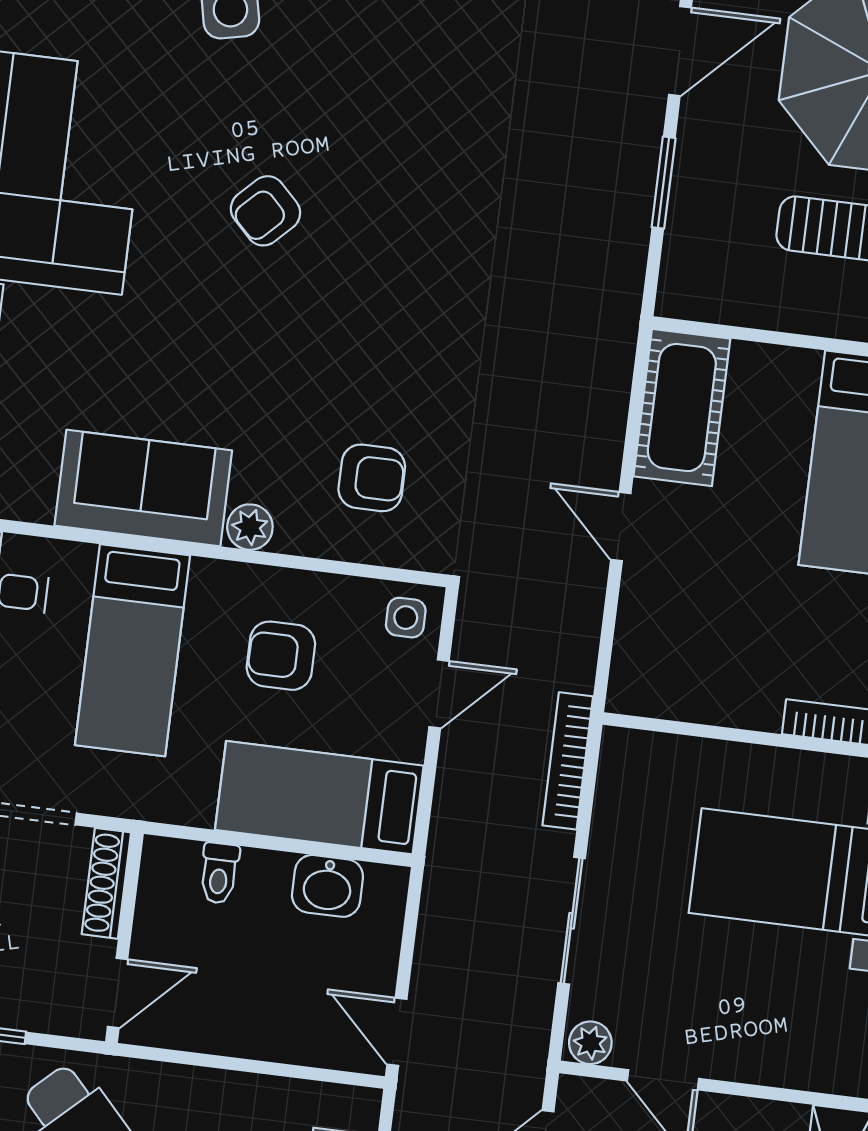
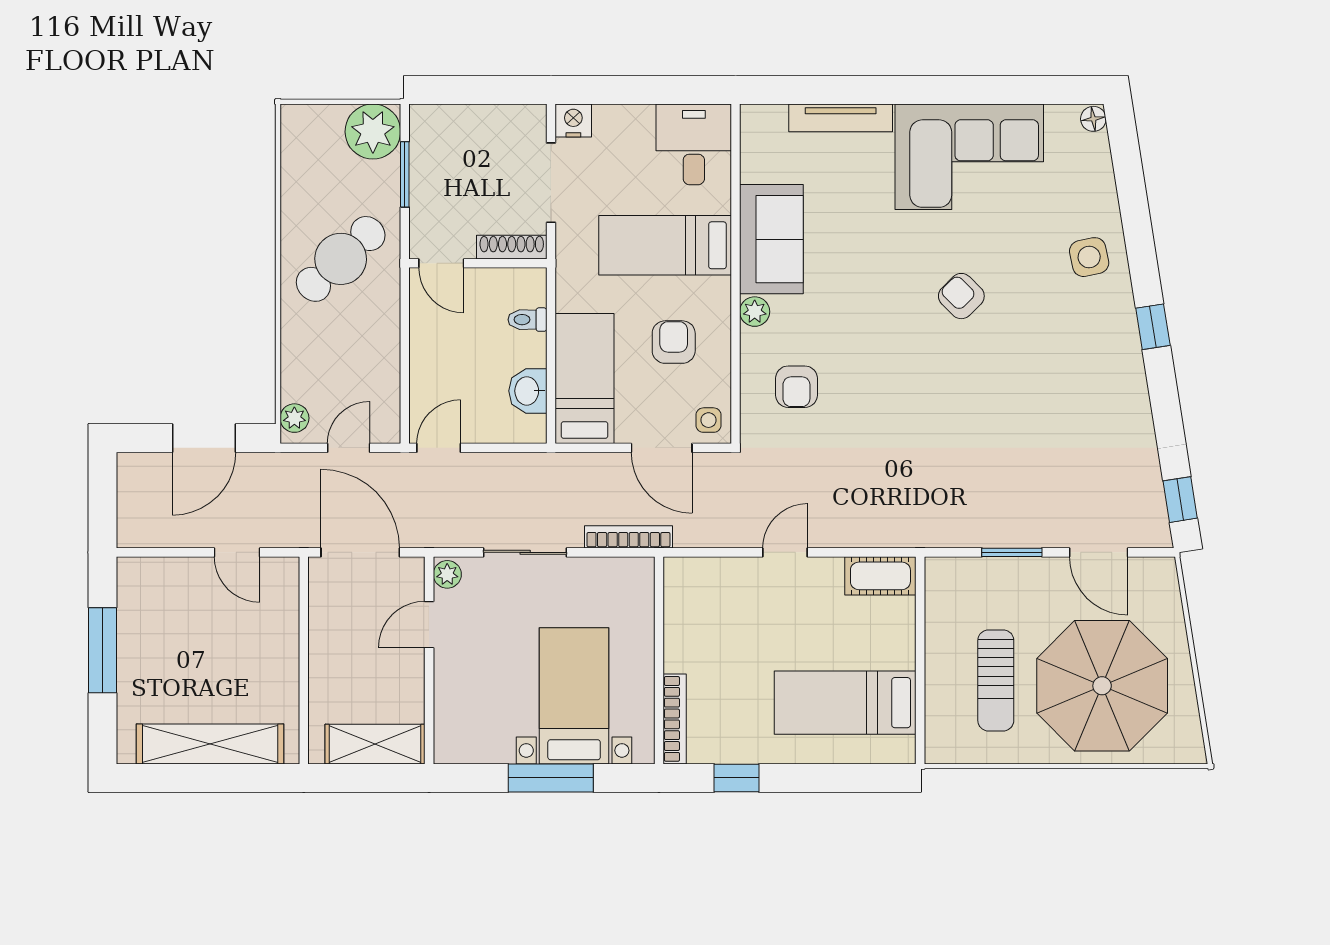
cot: (682, 408) -> (880, 576), width x0.73, depth x0.75
door: (439, 694) -> (662, 448), width x1.38

